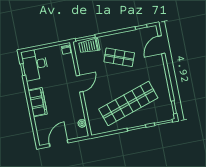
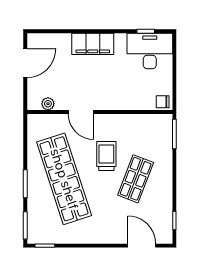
trolley: (89, 46) -> (106, 156), moved
door: (80, 84) -> (81, 112), moved
door: (59, 143) -> (25, 63), hinge flipped

